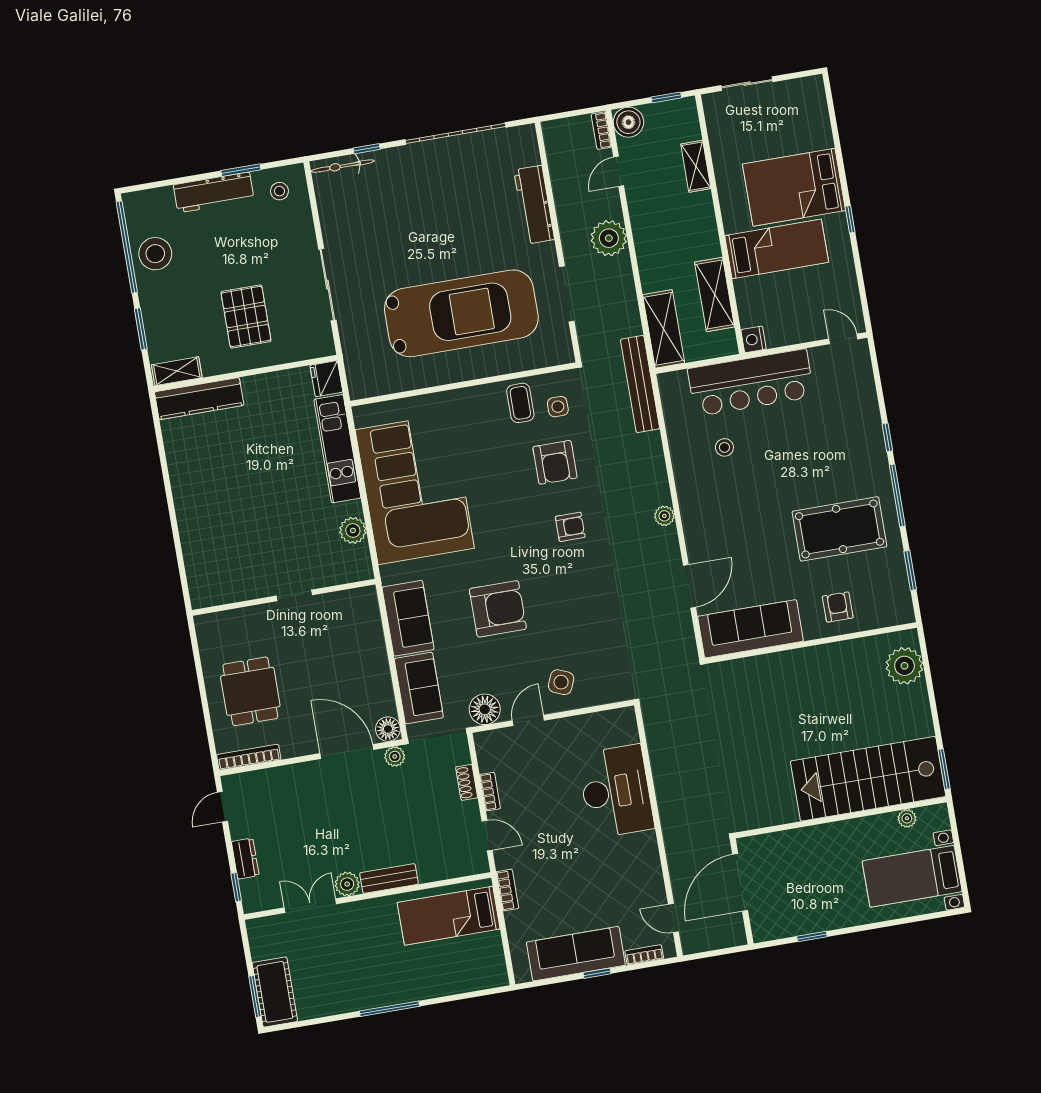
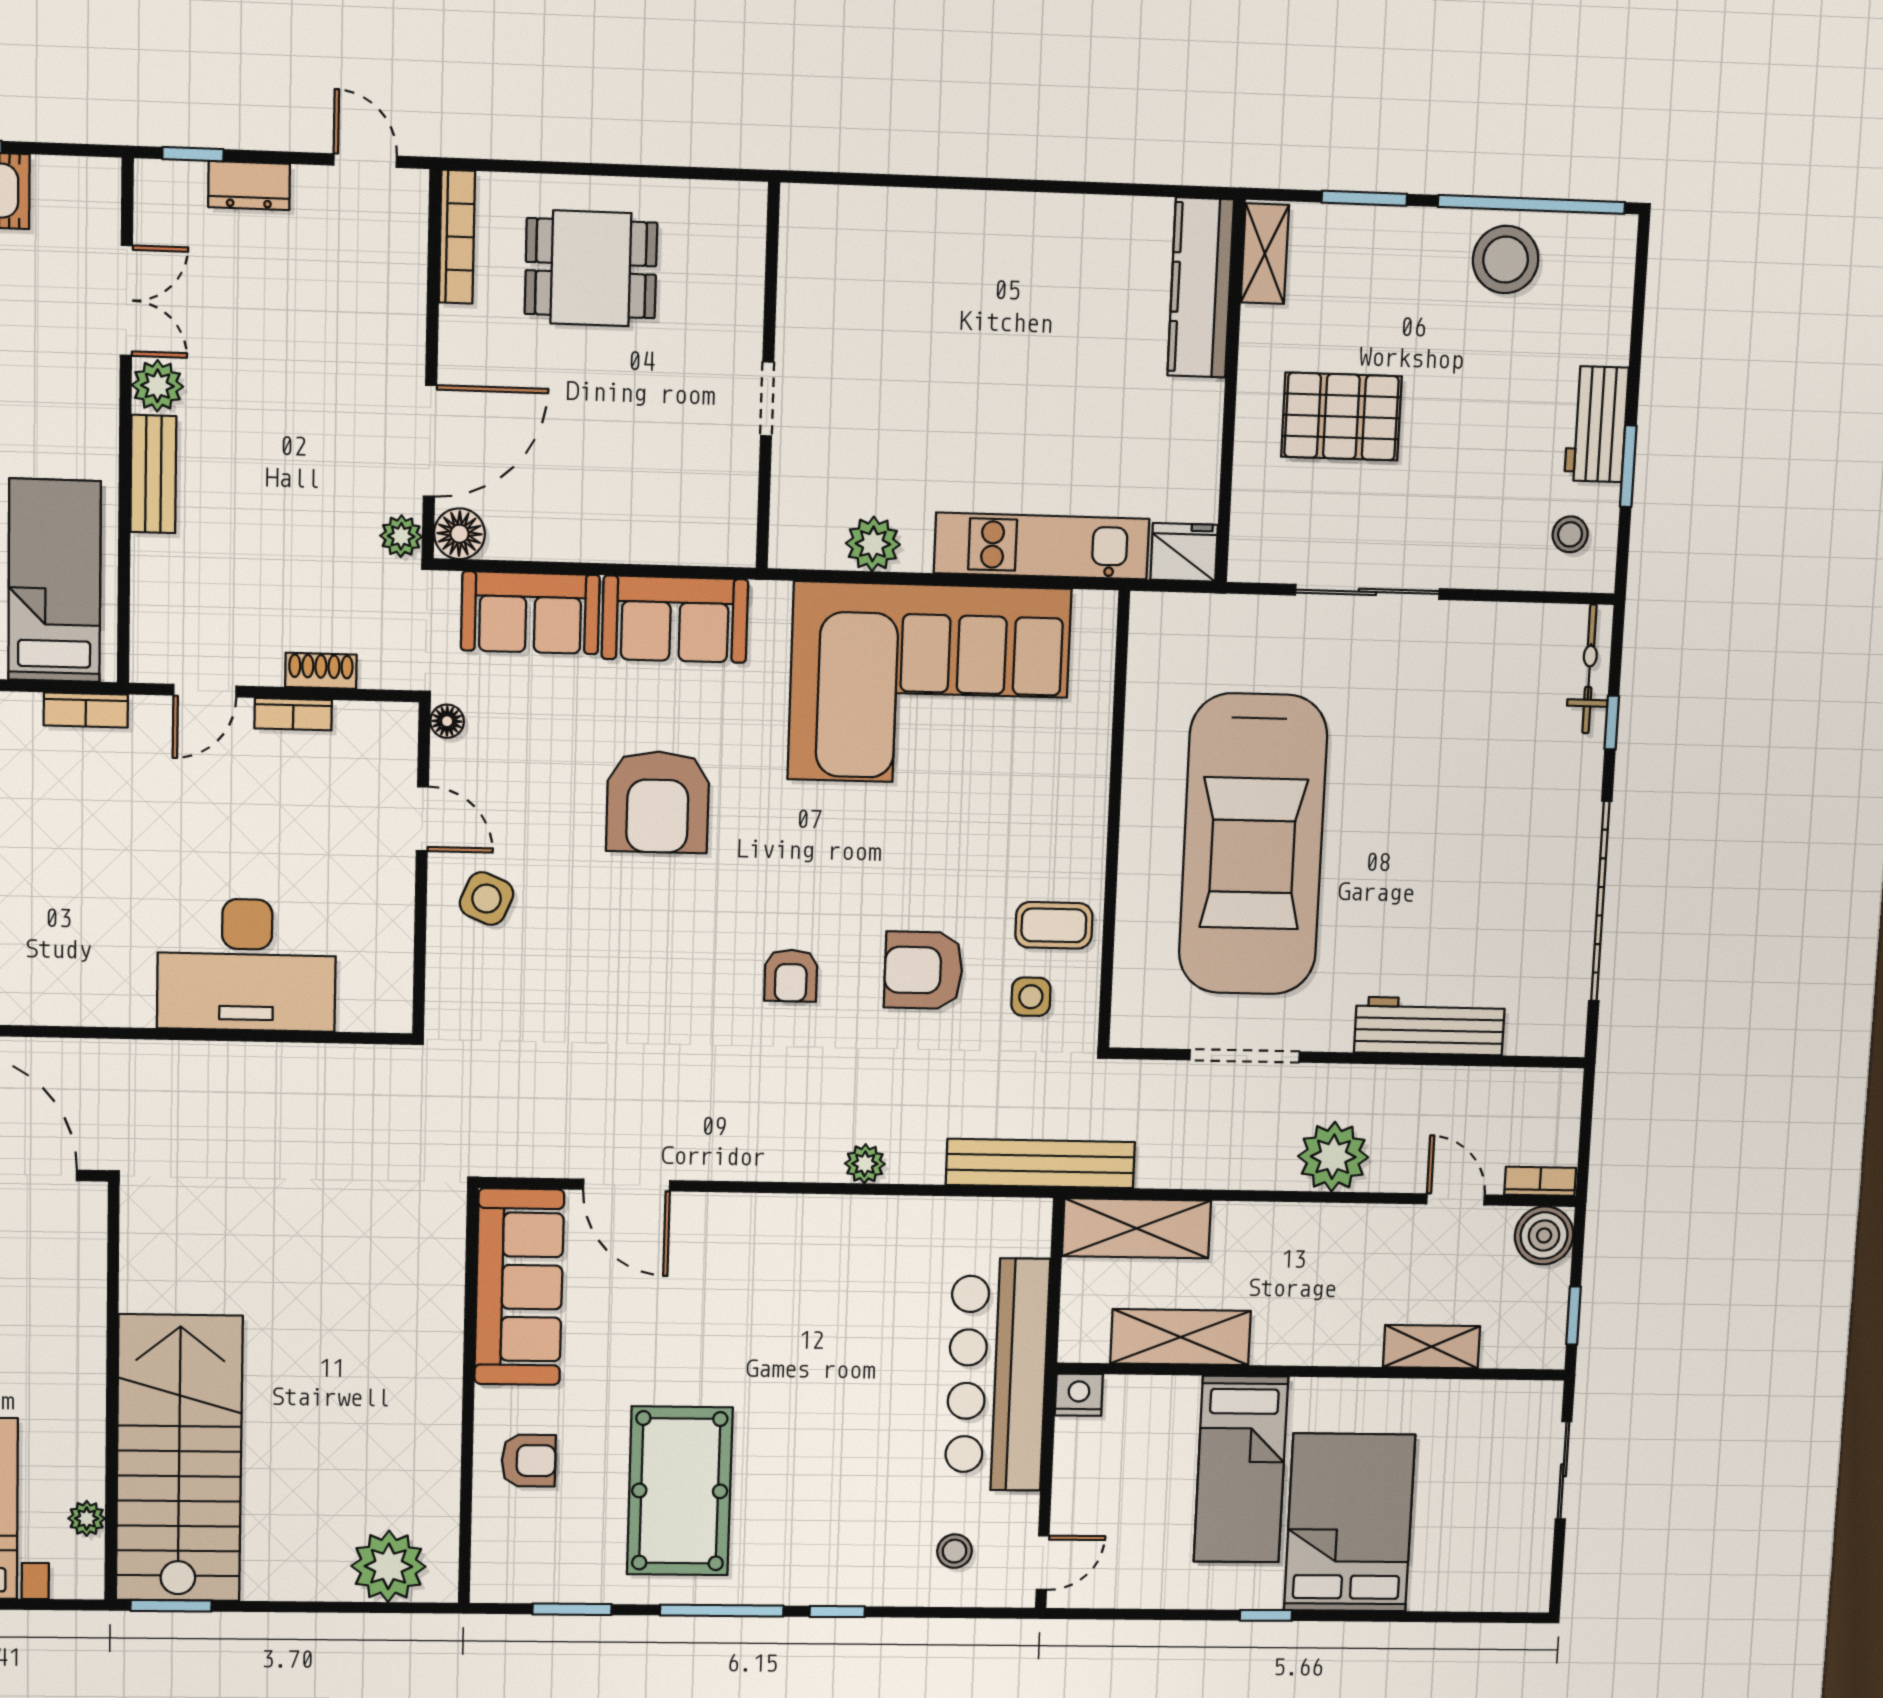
workbench: (214, 192) -> (1596, 424), width x0.73
stool: (724, 447) -> (955, 1551), moved
plant: (664, 516) -> (865, 1164), moved
floor lamp: (485, 709) -> (447, 721), width x0.53, depth x0.53

